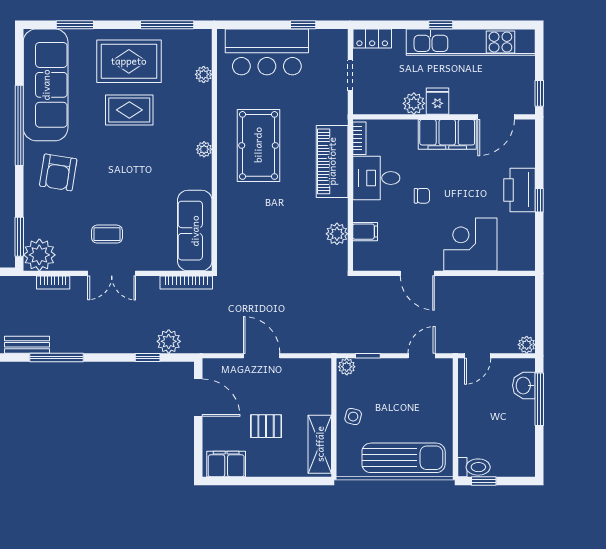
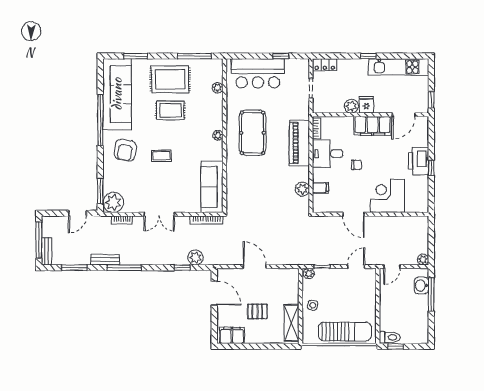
kitchen unit: (471, 42) -> (398, 67), width x0.73
coffee table: (107, 234) -> (161, 156), moved

